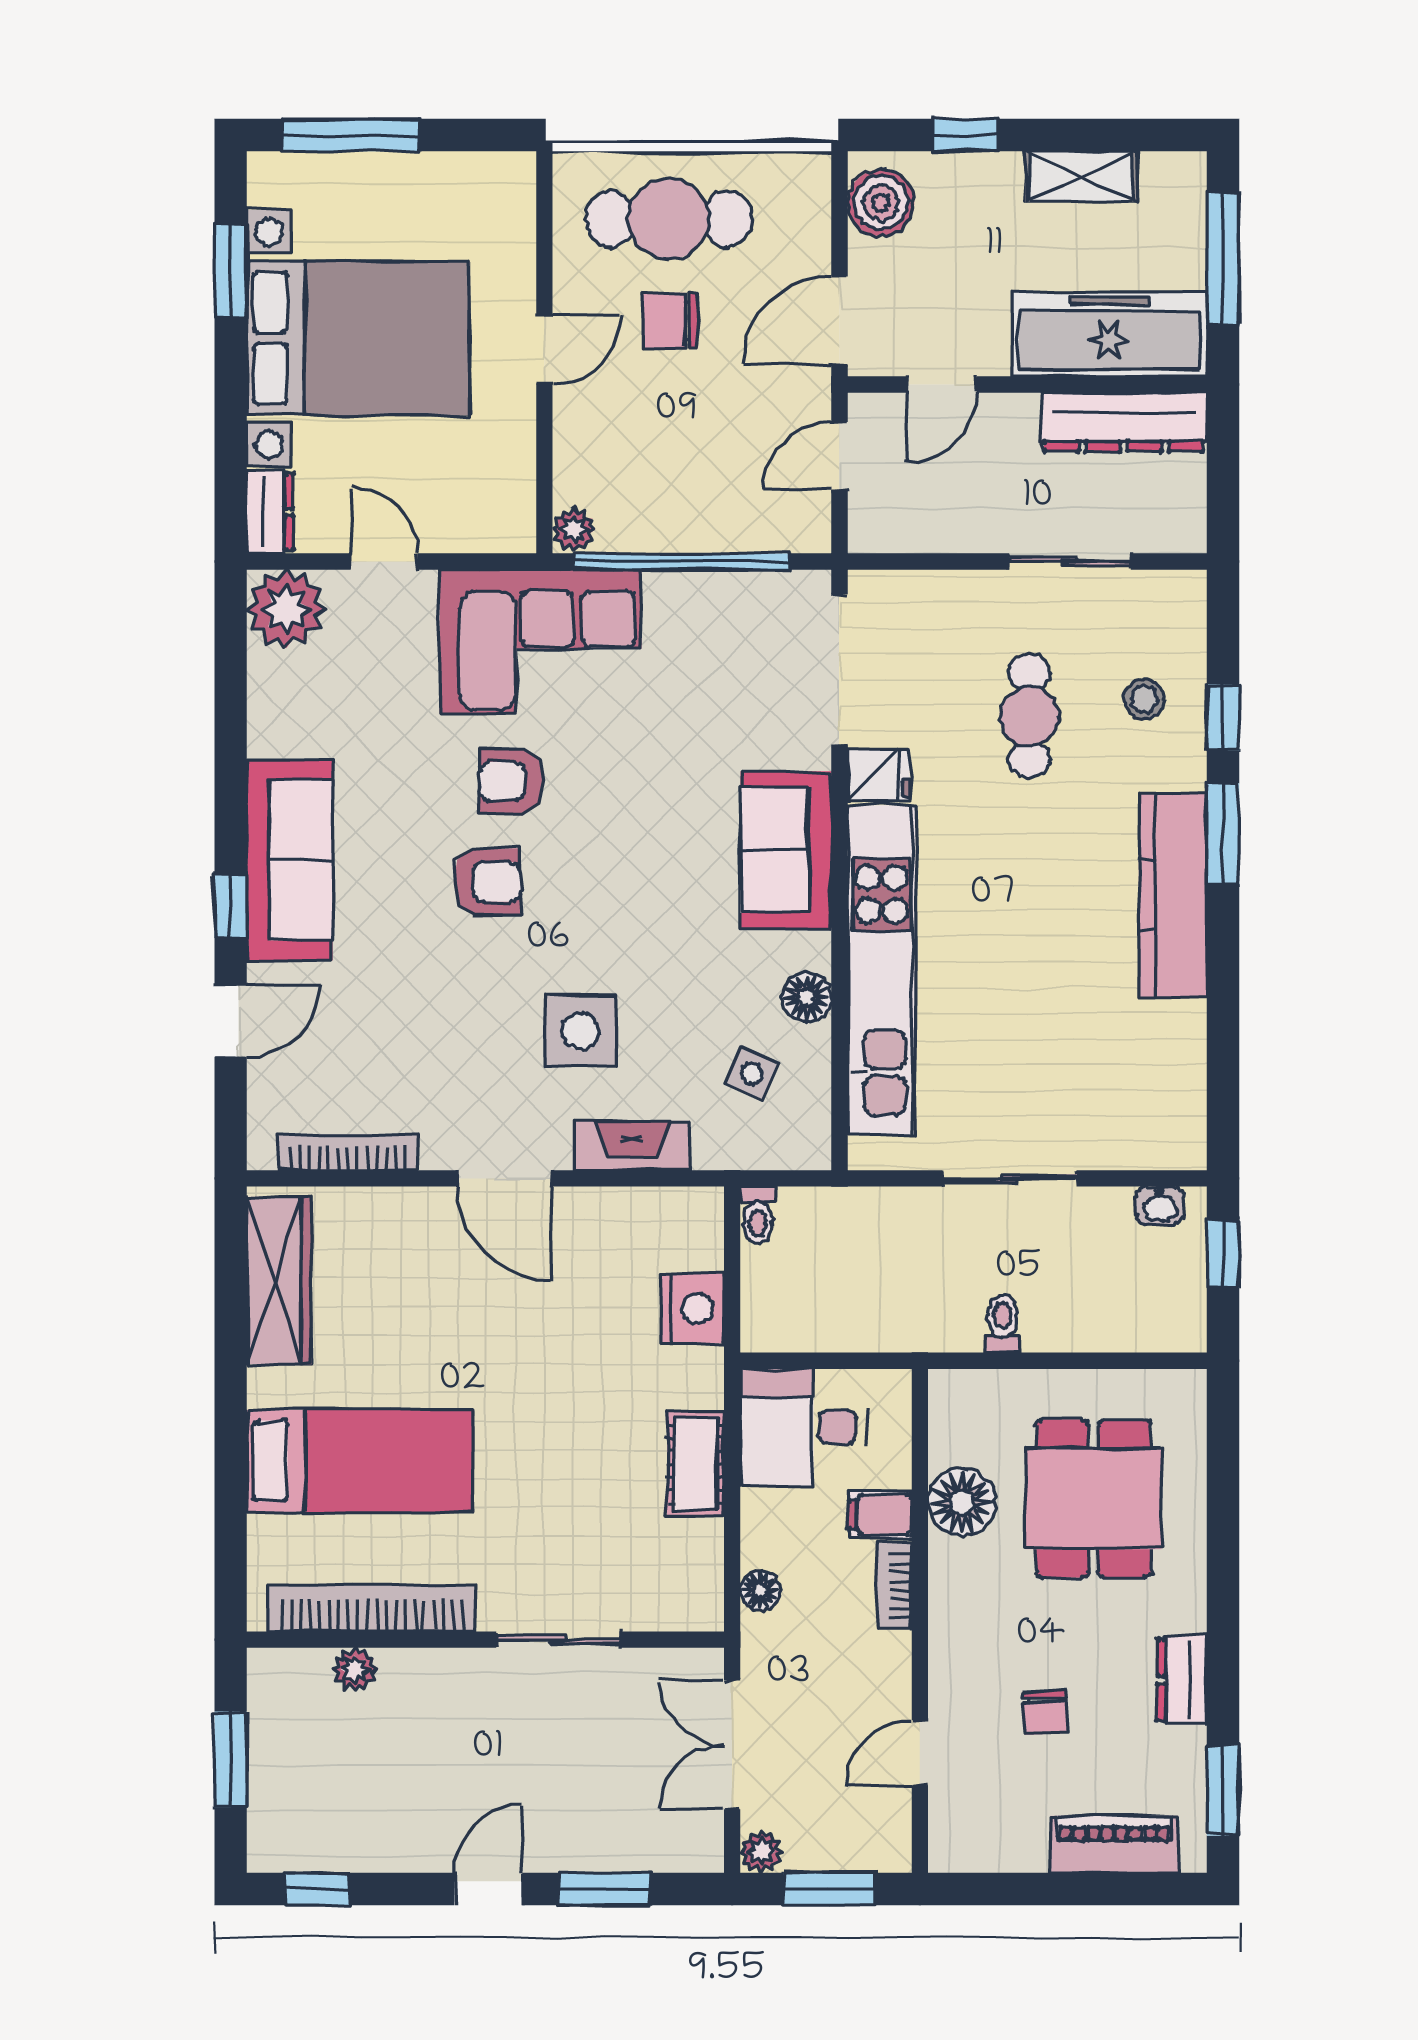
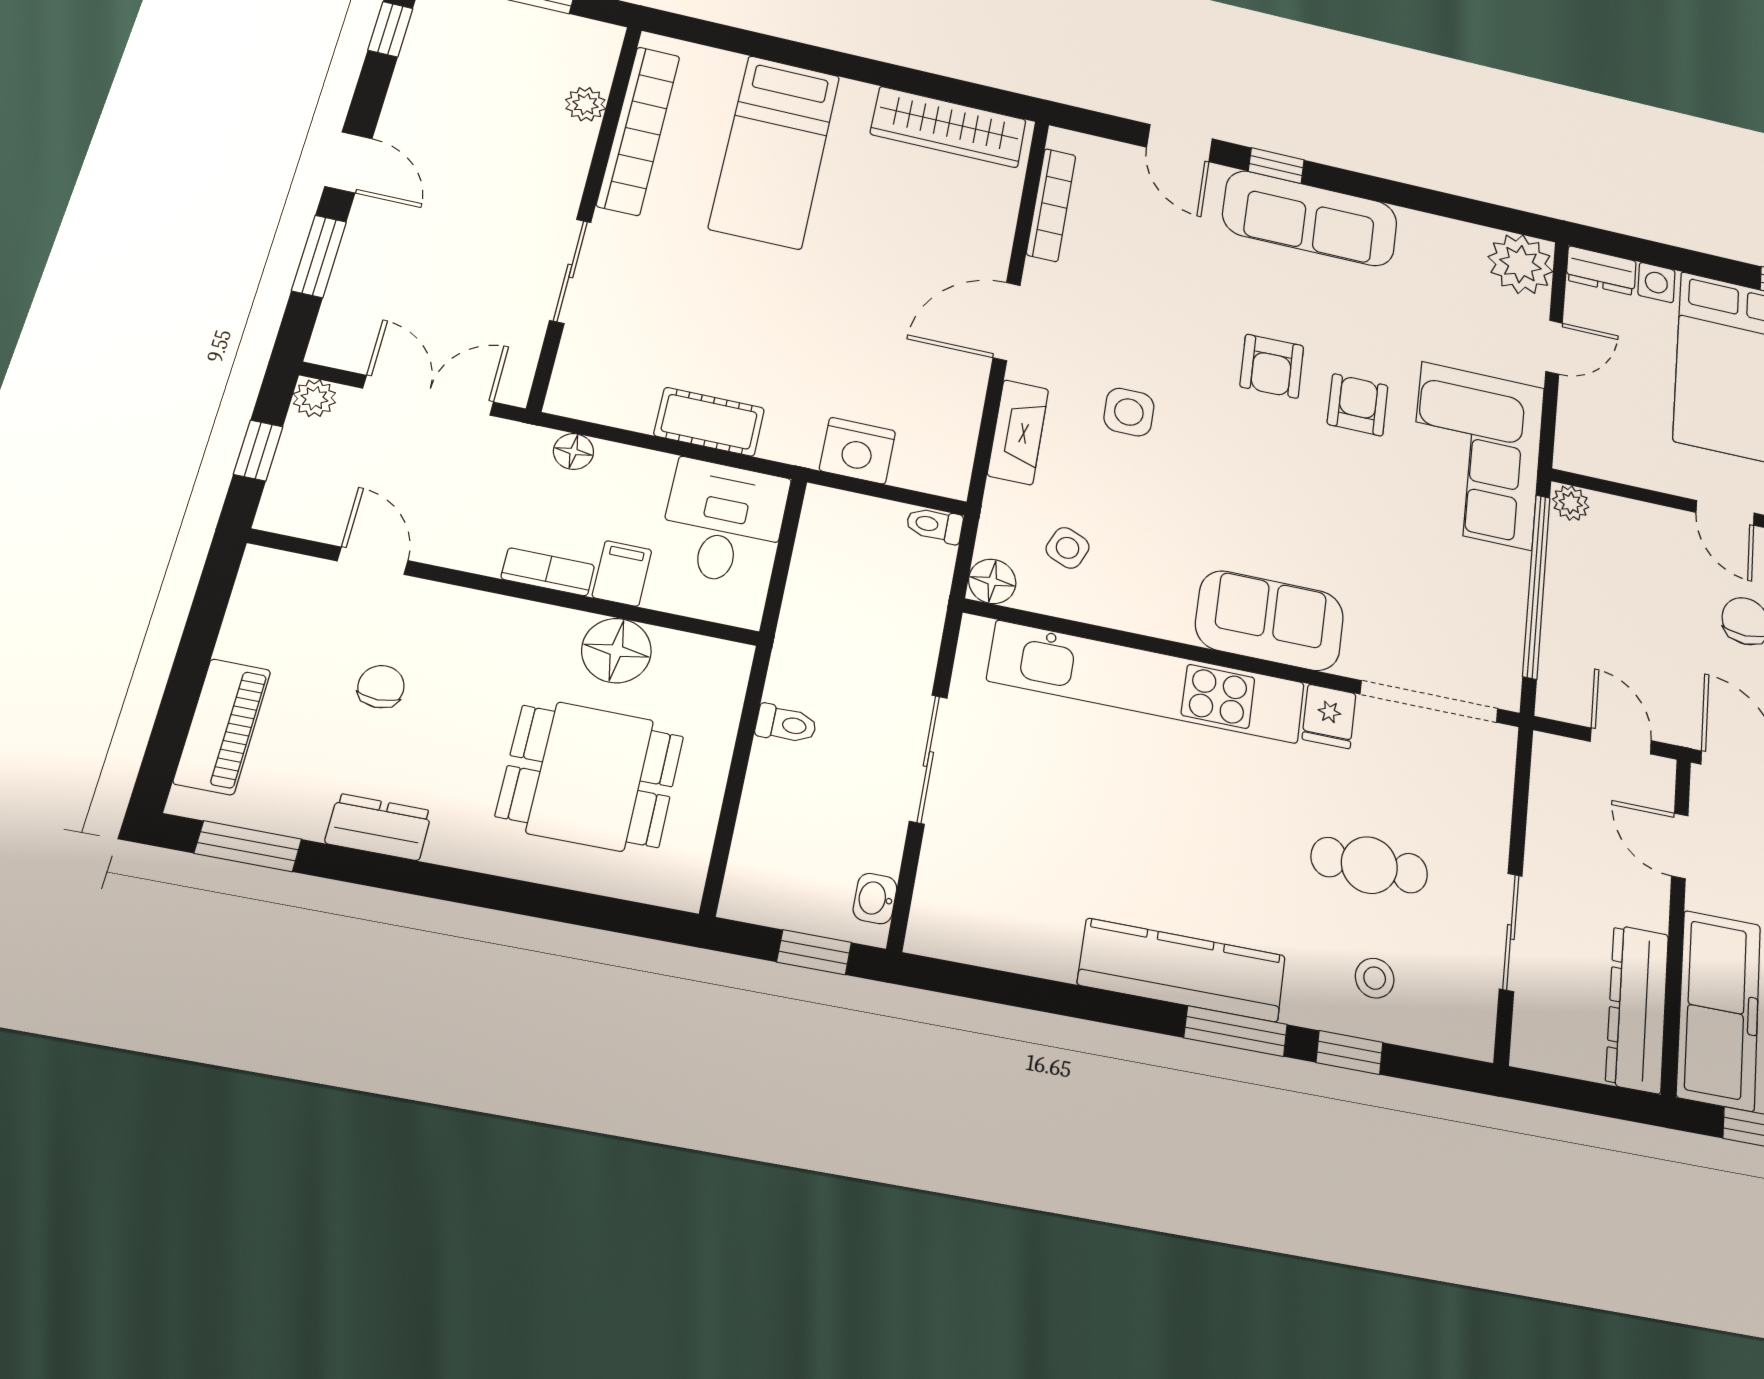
floor lamp: (807, 997) -> (992, 581), moved
side table: (580, 1031) -> (1129, 412), width x0.73, depth x0.73
chair: (1045, 1712) -> (381, 687), turned 93
window: (830, 1889) -> (258, 450), width x0.67

